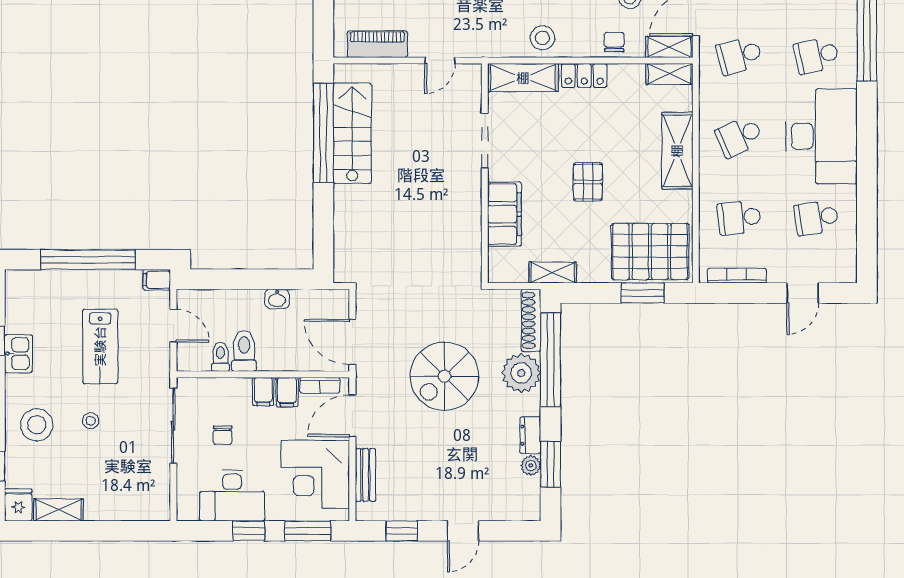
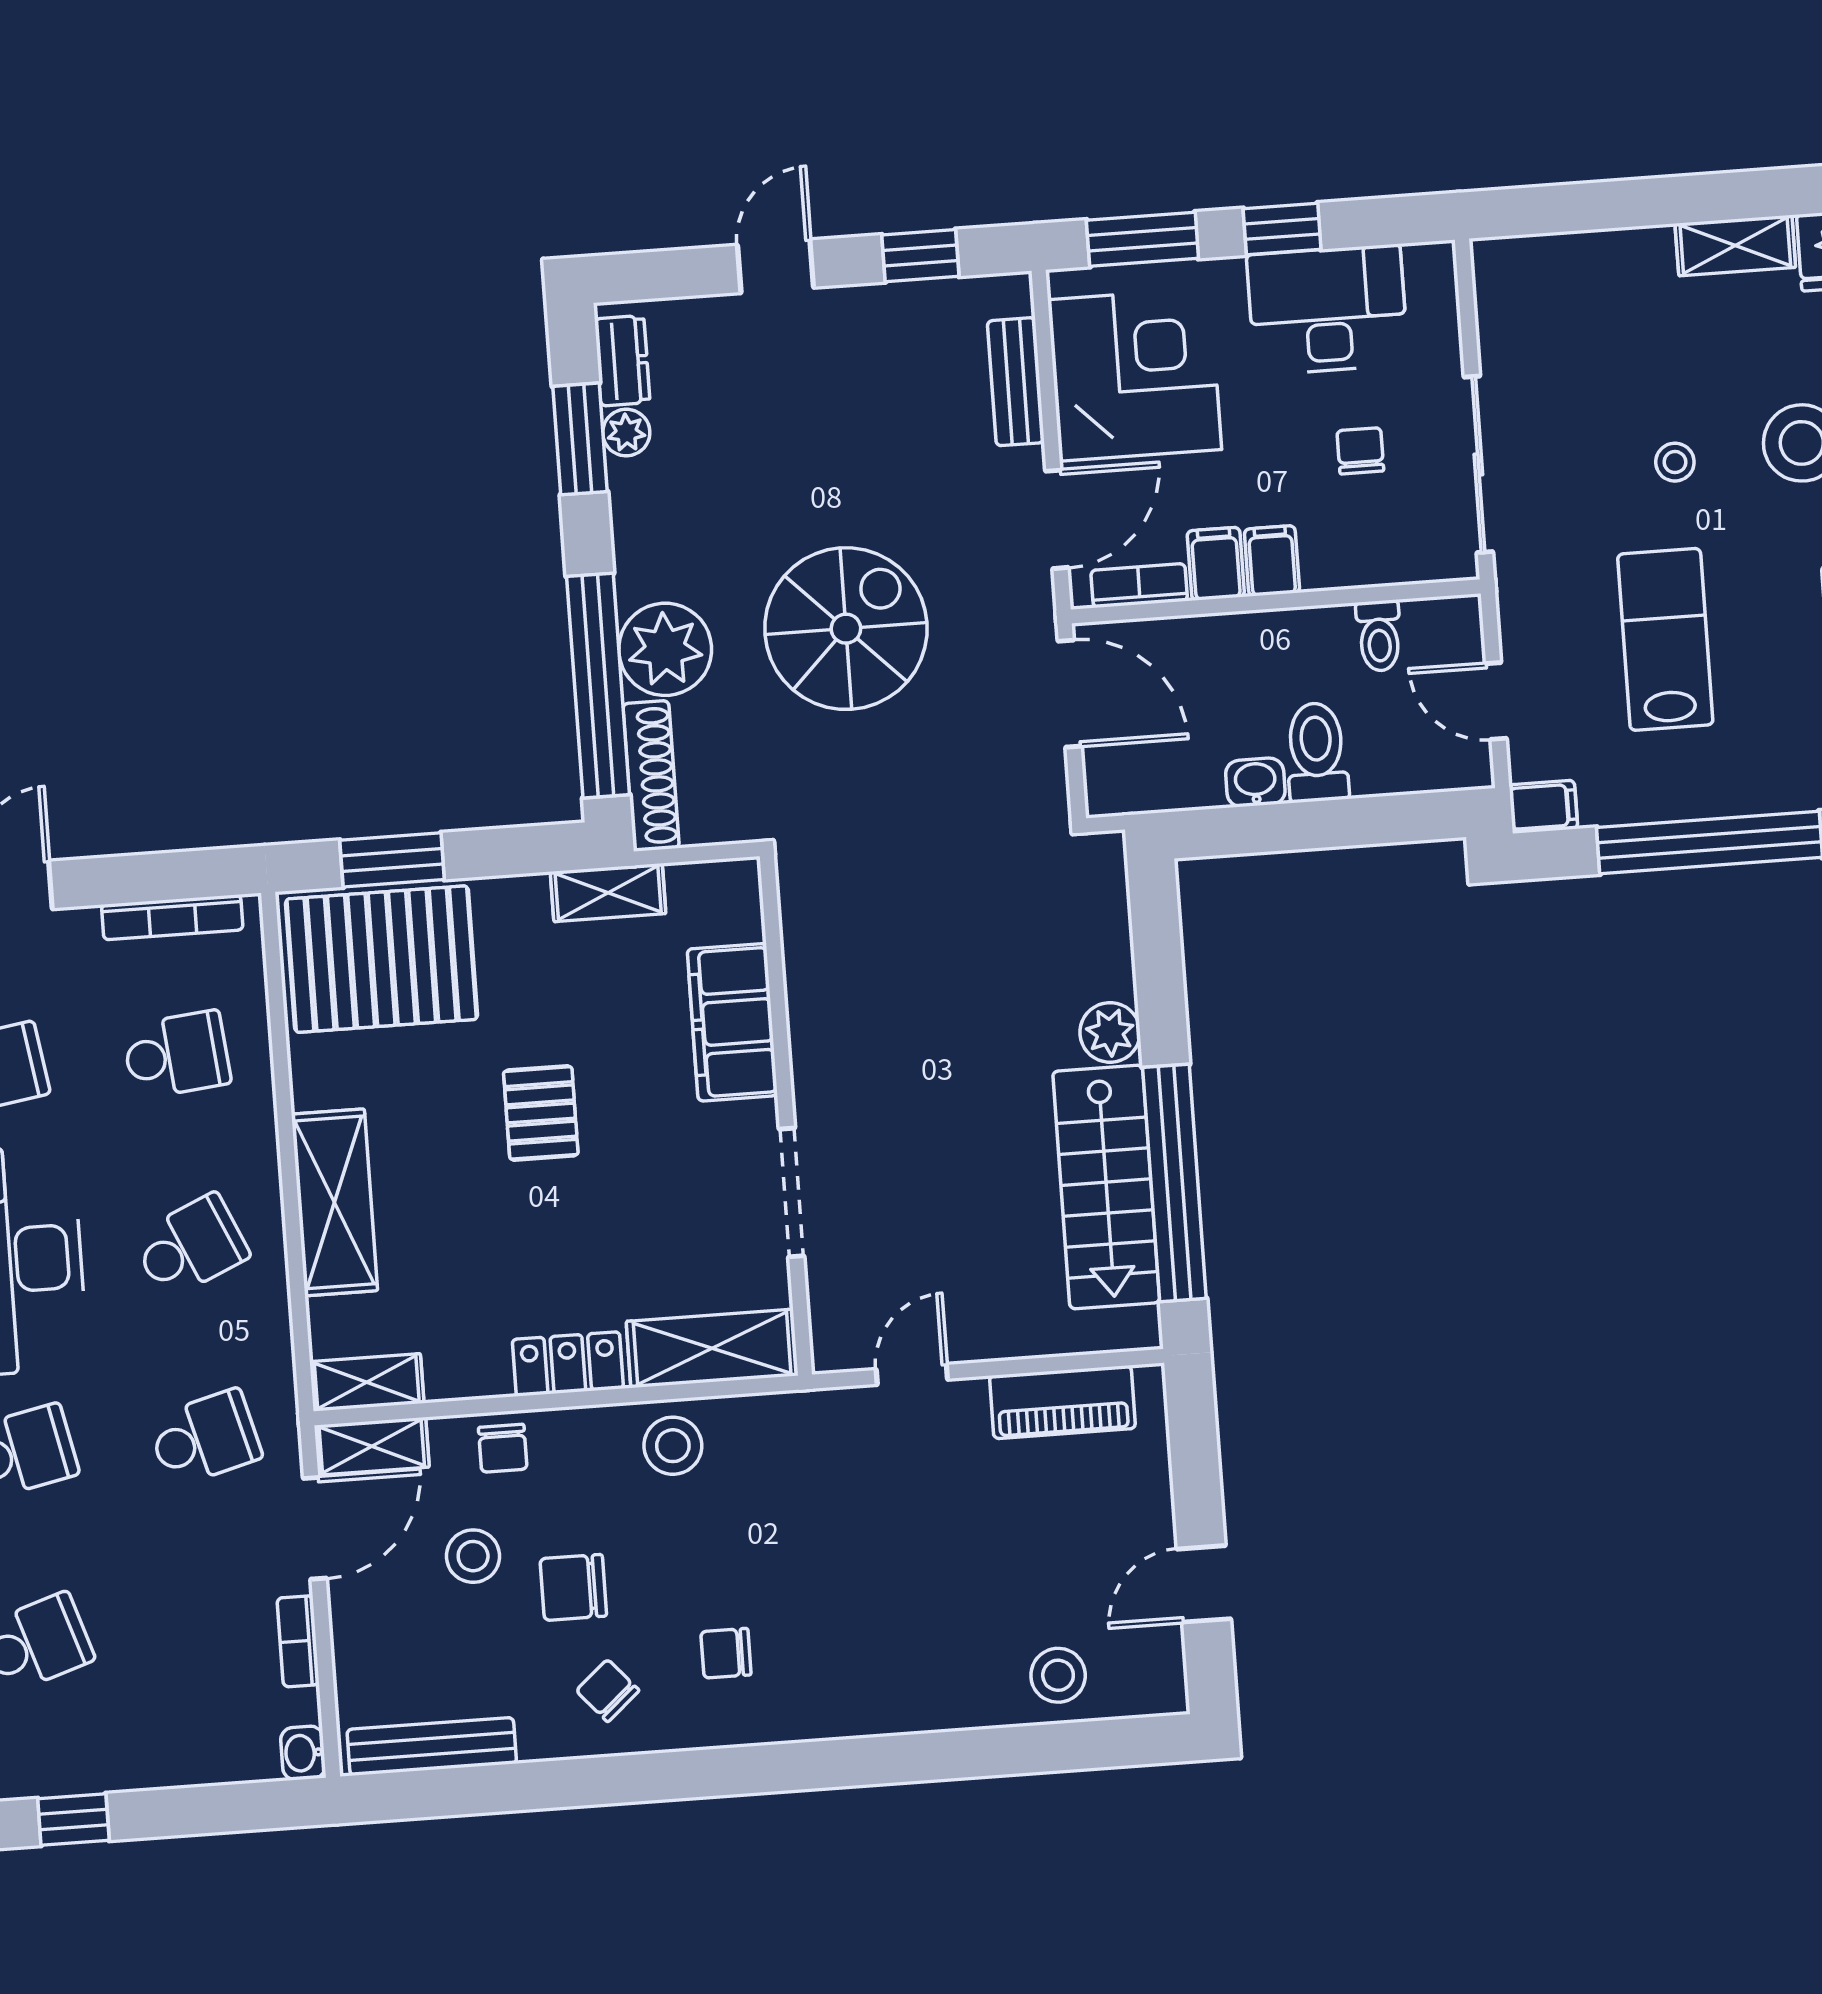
plant: (346, 198) -> (1110, 1032), added
toilet: (244, 351) -> (1317, 752), moved, turned 180
dresser: (530, 435) -> (622, 361), moved

